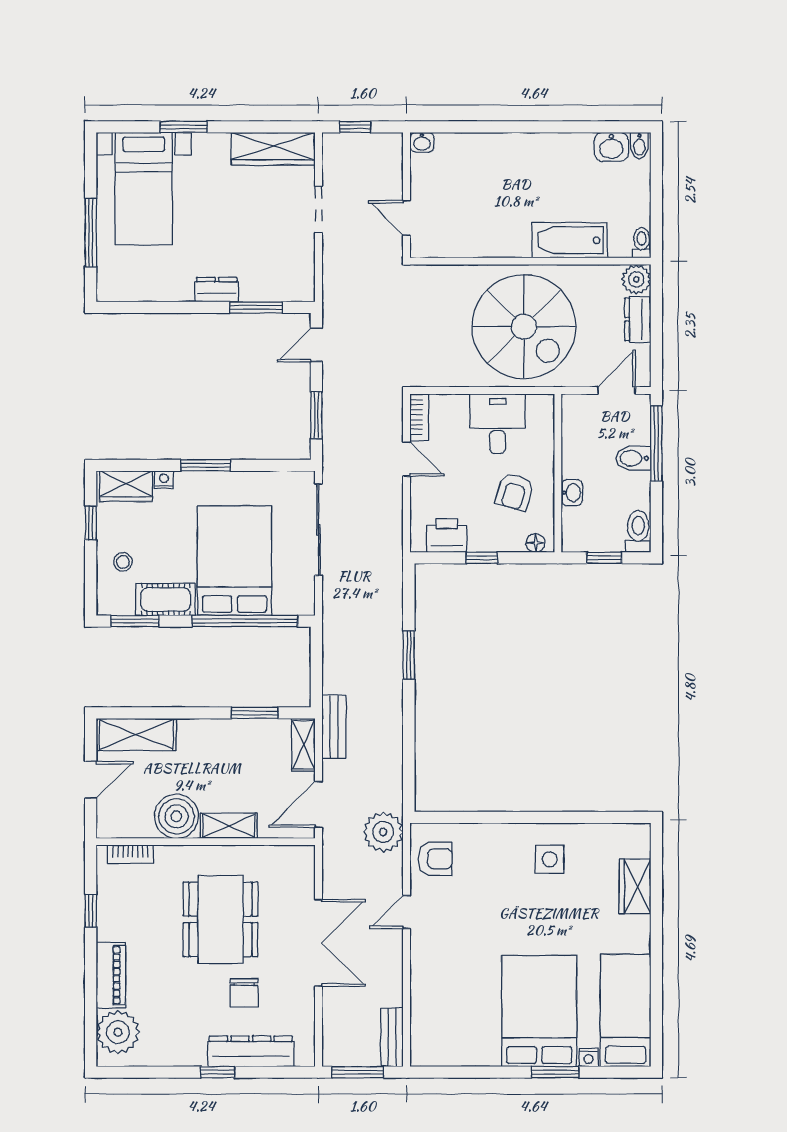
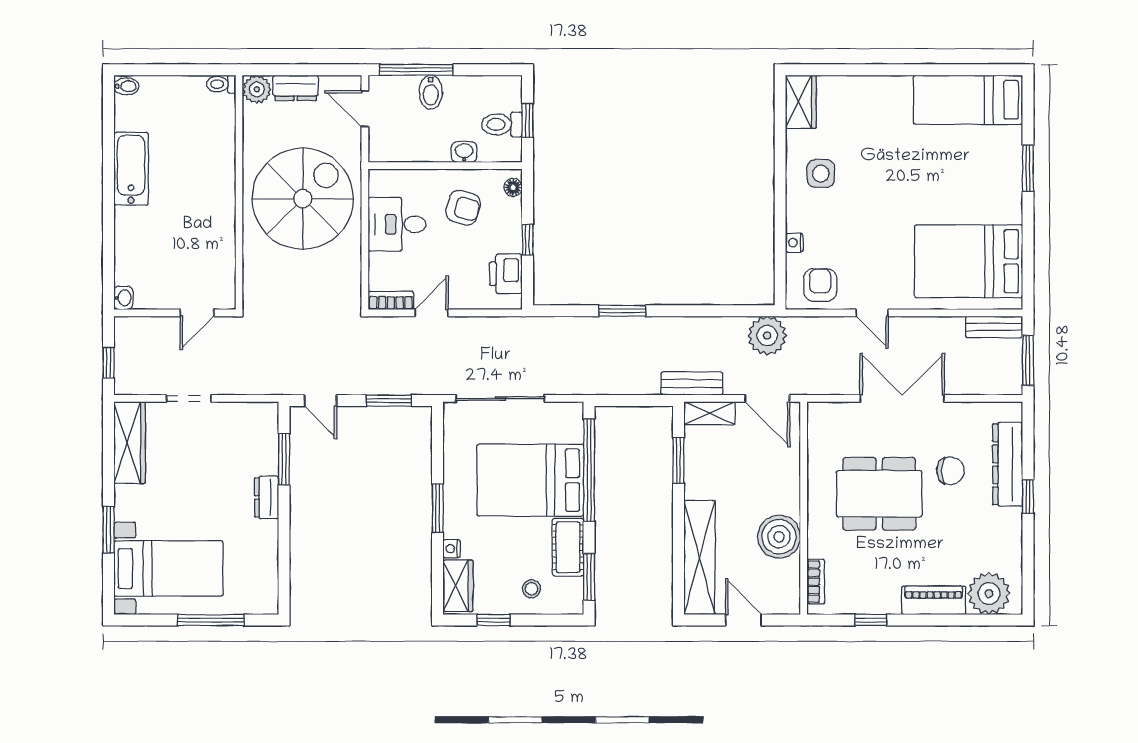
washbasin: (611, 147) -> (128, 114), removed
bathtub: (570, 240) -> (131, 169), moved, turned 180
toilet: (638, 531) -> (502, 124), moved
shelving: (136, 734) -> (699, 557), width x1.47
shelving: (229, 826) -> (788, 486), removed
plant: (383, 832) -> (767, 336), moved
wardrobe: (635, 886) -> (801, 102), moved, turned -90
bed: (539, 1011) -> (969, 261), moved
nightstand: (588, 1058) -> (794, 243), moved, turned 180

